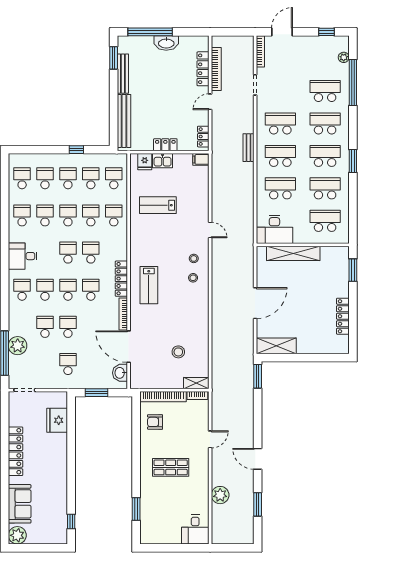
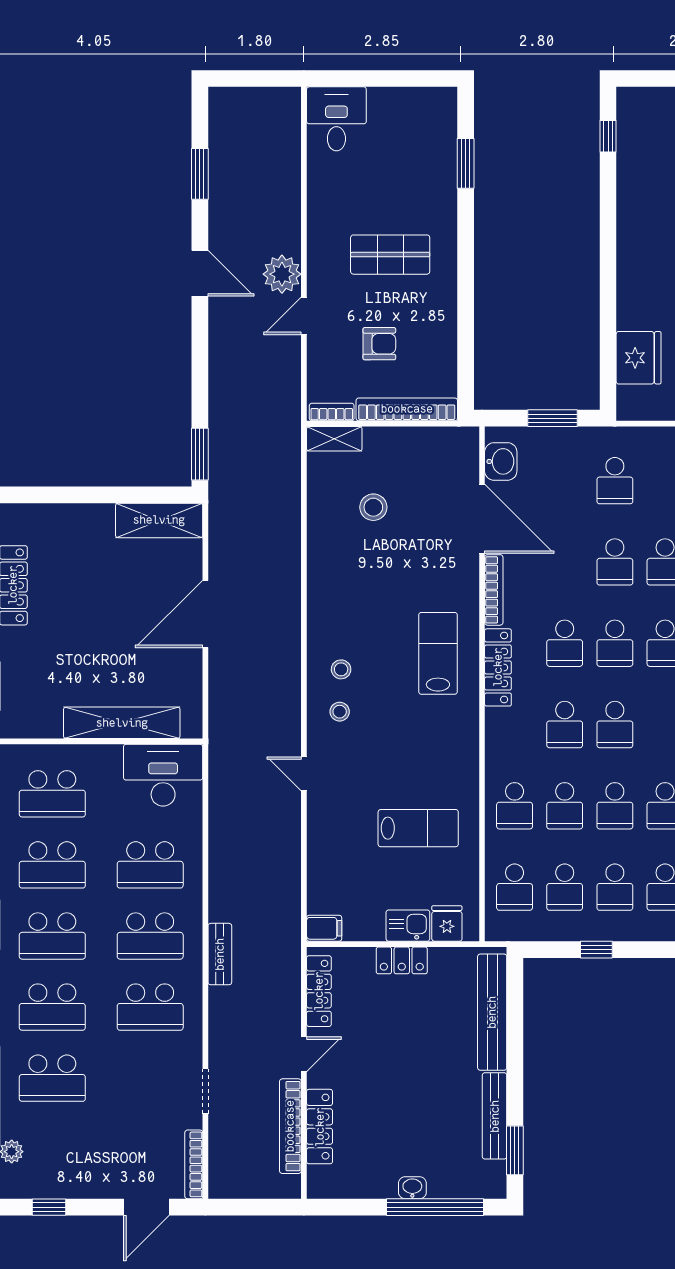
washbasin: (166, 43) -> (412, 1188), width x0.52, depth x0.69
locker: (203, 137) -> (319, 991), width x1.53
armchair: (155, 422) -> (379, 344), moved
plant: (220, 495) -> (282, 274), moved

